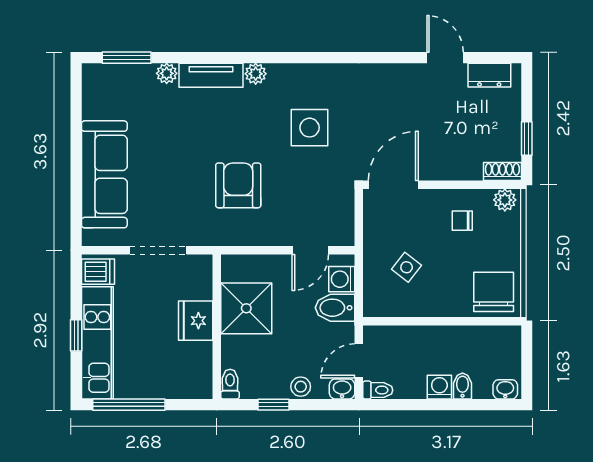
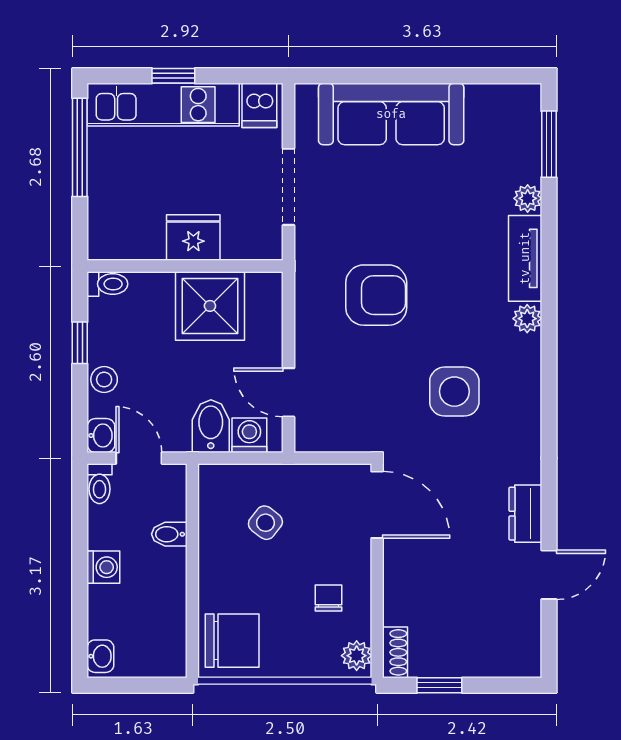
dresser: (489, 75) -> (525, 514), moved
bidet: (462, 386) -> (169, 534), moved, turned 180

